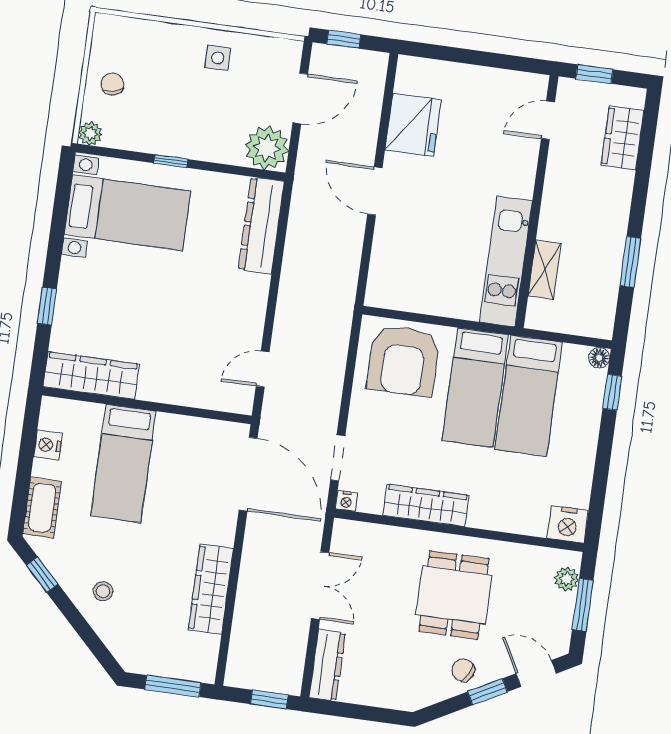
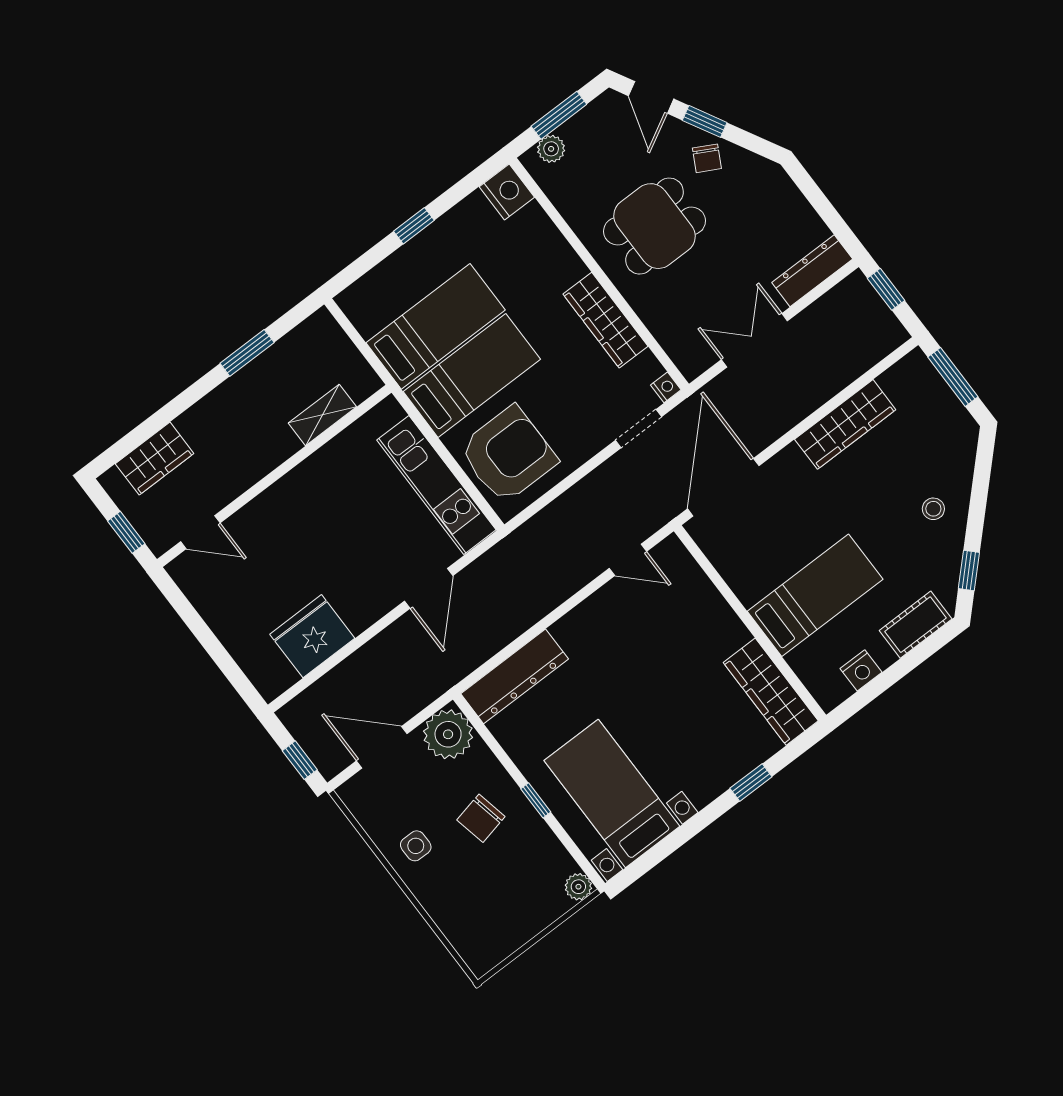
chair: (112, 84) -> (481, 818), moved, width x1.37, depth x1.37
door: (375, 191) -> (429, 588), moved
kitchen unit: (506, 261) -> (436, 485), moved, turned 90
floor lamp: (599, 358) -> (349, 301), removed
window: (612, 392) -> (414, 226), moved

